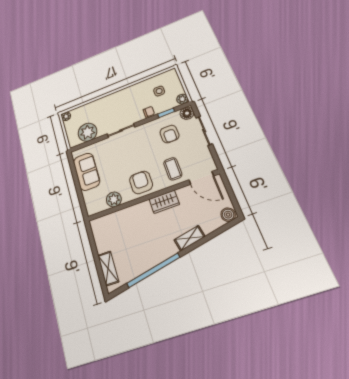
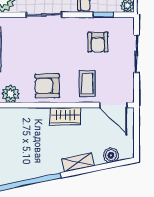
floor lamp: (187, 113) -> (126, 25), removed
armchair: (141, 182) -> (47, 86), turned -91
boiler: (228, 215) -> (111, 155), moved

